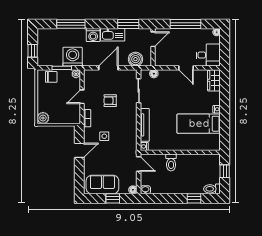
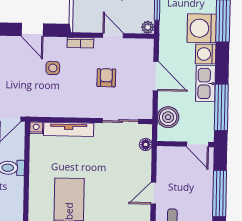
window: (128, 24) -> (221, 107), width x1.44
washing machine: (73, 57) -> (202, 28), moved, turned 180

